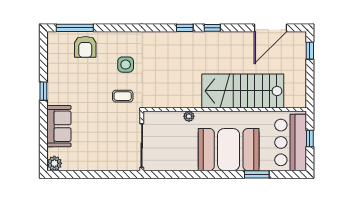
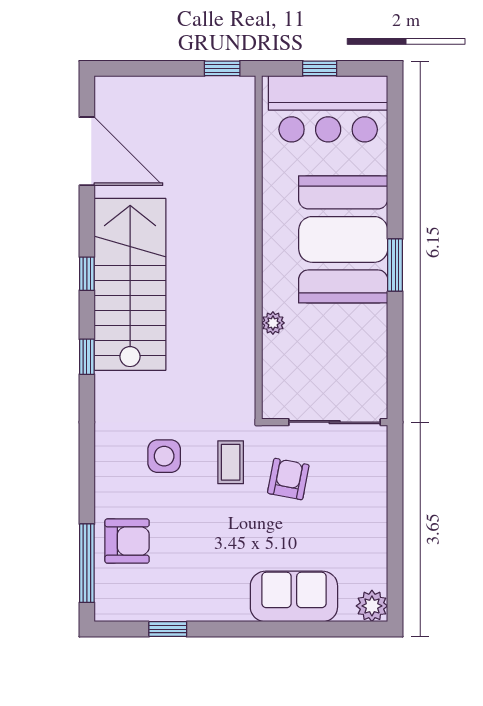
window: (185, 28) -> (87, 357), moved
window: (310, 51) -> (222, 68), moved
window: (43, 91) -> (168, 629), moved
stairs: (243, 91) -> (130, 284), moved, turned 180
armchair: (115, 124) -> (288, 479), added
window: (257, 174) -> (395, 265), moved

